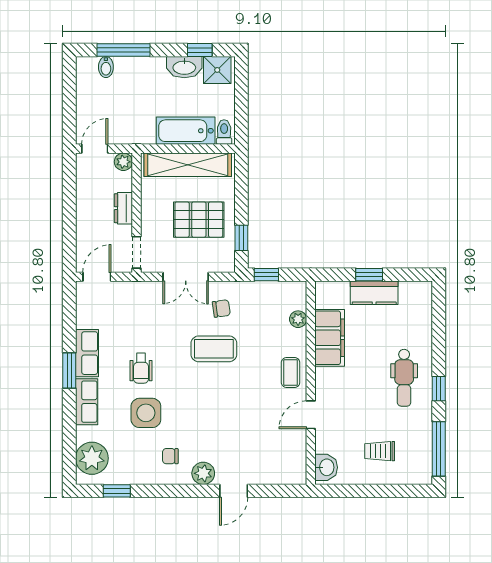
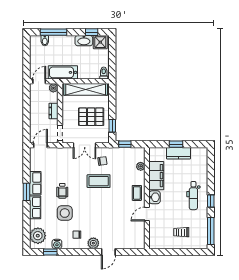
bathtub: (186, 131) -> (63, 72), moved
washbasin: (326, 467) -> (155, 197), moved
water cooler: (130, 475) -> (57, 244), added

